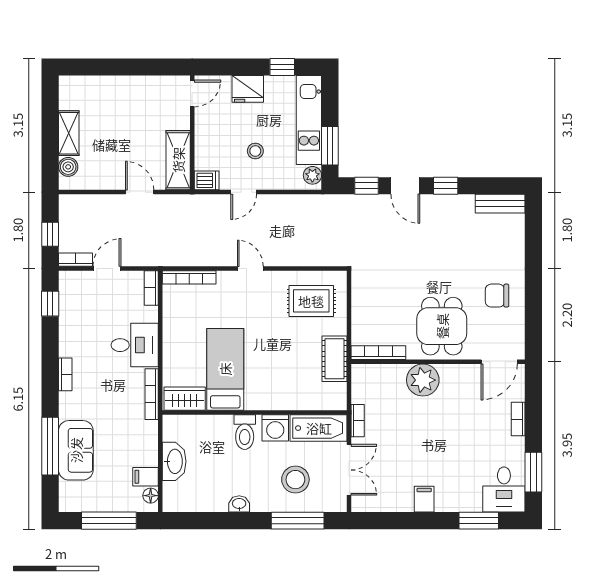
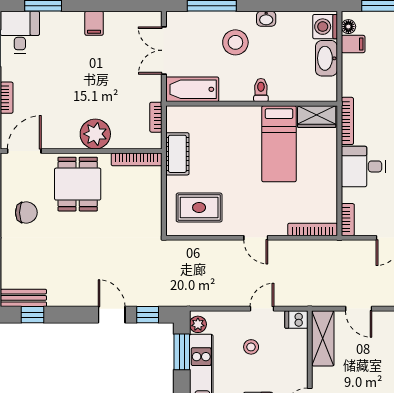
window: (446, 186) -> (32, 315), moved
bookcase: (358, 421) -> (156, 117), moved
washing machine: (275, 428) -> (325, 27), moved, turned -90
toilet: (245, 432) -> (261, 90), width x0.73, depth x0.72
stool: (295, 480) -> (235, 42), moved

